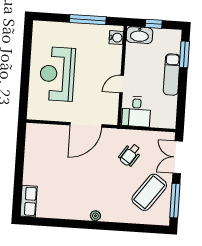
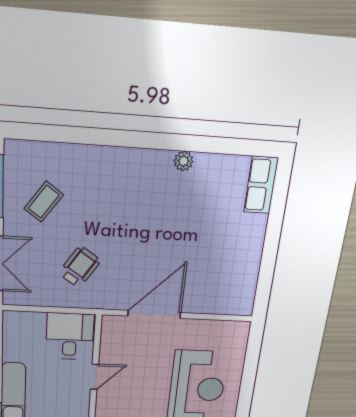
coffee table: (149, 192) -> (44, 202), width x0.54, depth x0.58
plant: (95, 216) -> (183, 161), moved

